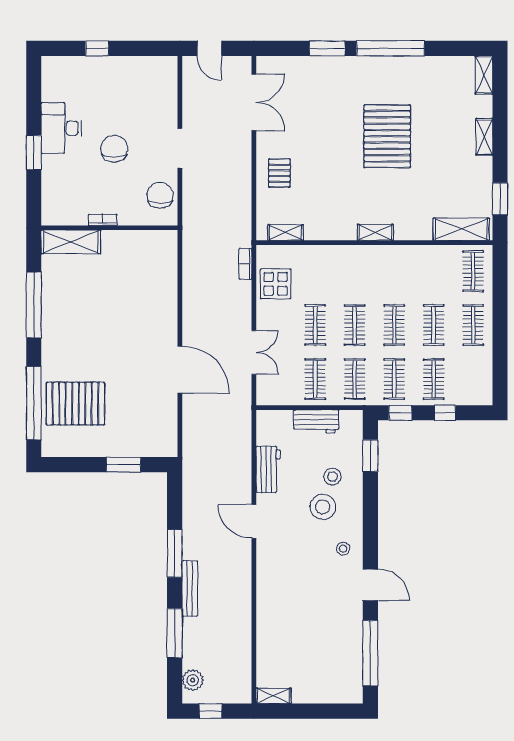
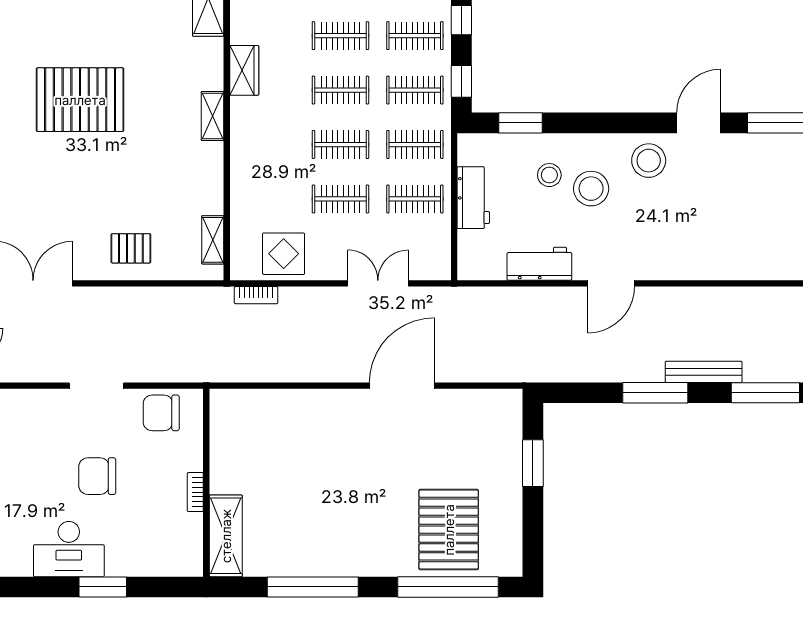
wardrobe: (408, 255) -> (244, 70), added
stool: (343, 549) -> (649, 161), width x1.89, depth x1.89

